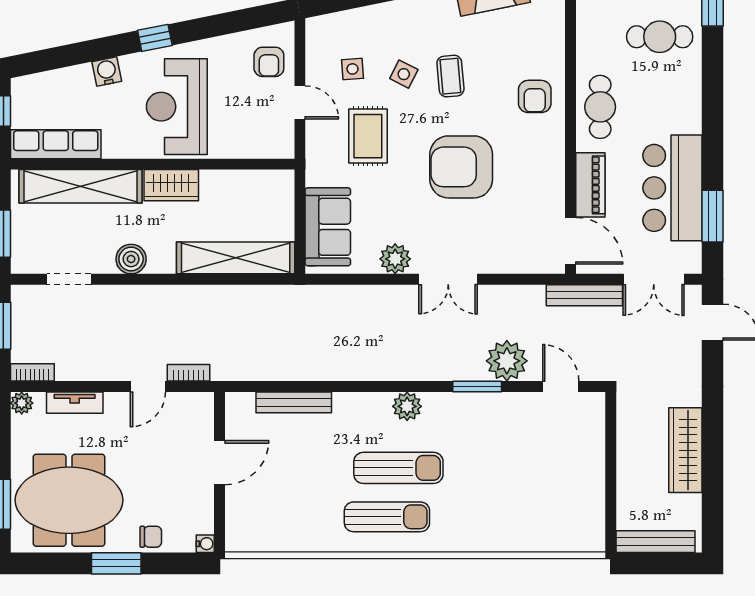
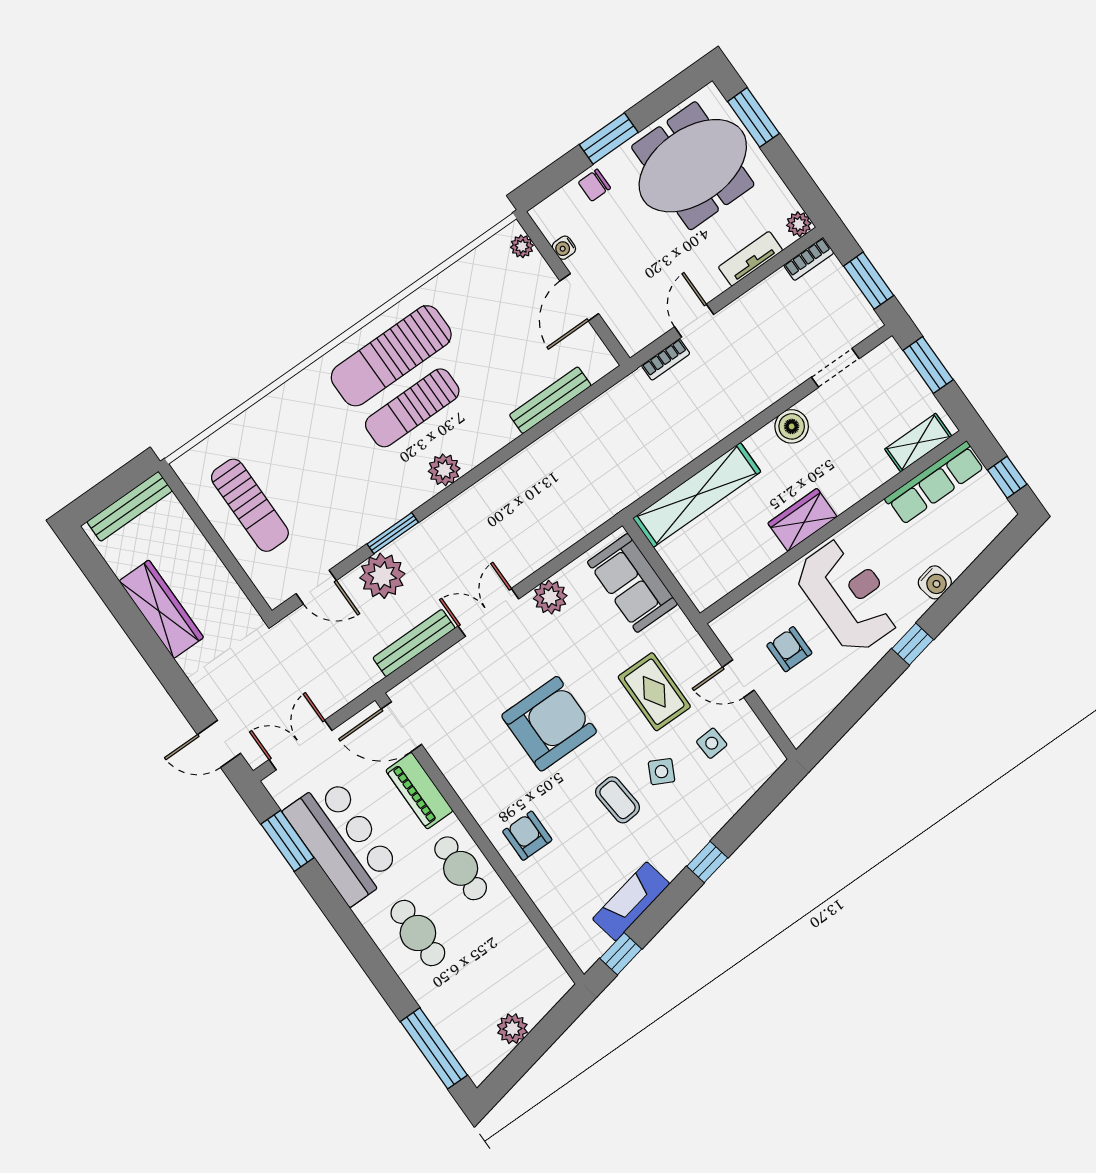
cafe table: (660, 37) -> (418, 933), moved, turned 90
armchair: (269, 62) -> (789, 649), moved
shelving: (81, 186) -> (918, 443), width x0.45, depth x0.75
bench: (584, 295) -> (414, 643), moved
sun lounger: (567, 480) -> (250, 505), added
sun lounger: (387, 517) -> (391, 356), width x1.36, depth x1.34
plant: (235, 529) -> (522, 246), added
water cooler: (205, 544) -> (564, 248), moved

